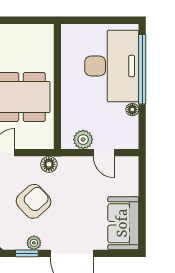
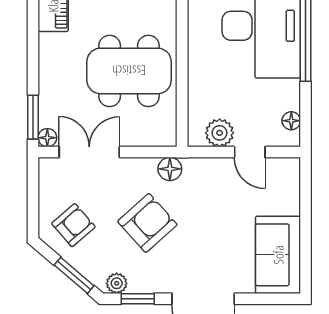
floor lamp: (132, 110) -> (291, 121), moved
plant: (34, 243) -> (117, 283), moved

